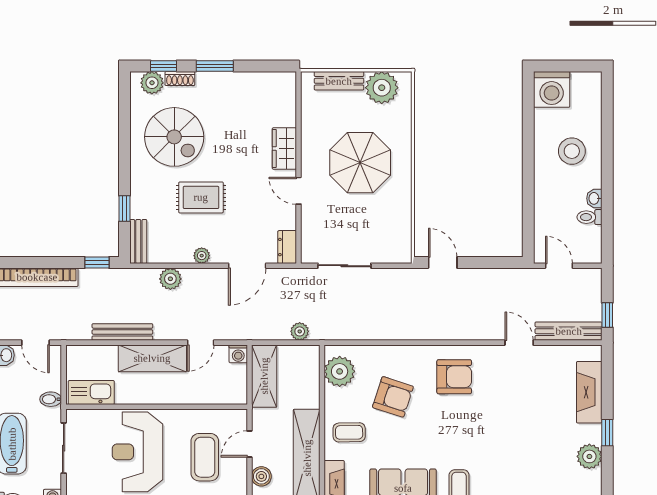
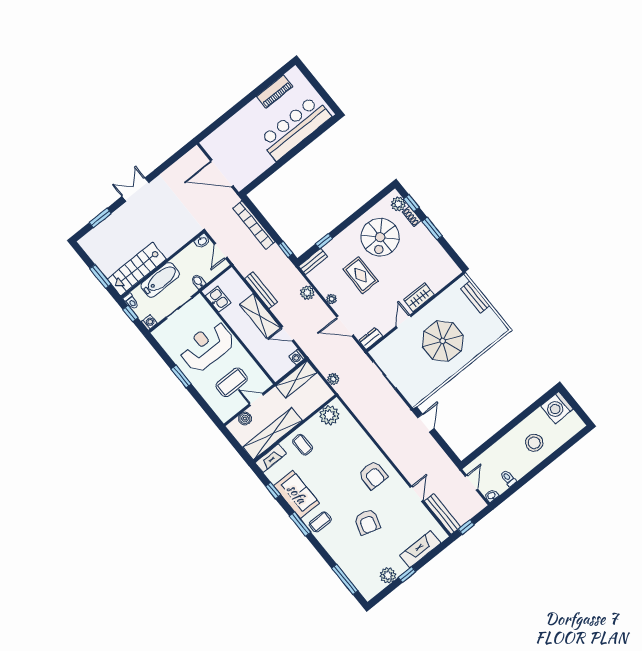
plant: (382, 88) -> (489, 321), removed
washbasin: (594, 198) -> (492, 496), moved
kitchen sink: (91, 392) -> (218, 299), width x0.73
armchair: (393, 397) -> (367, 522), moved

